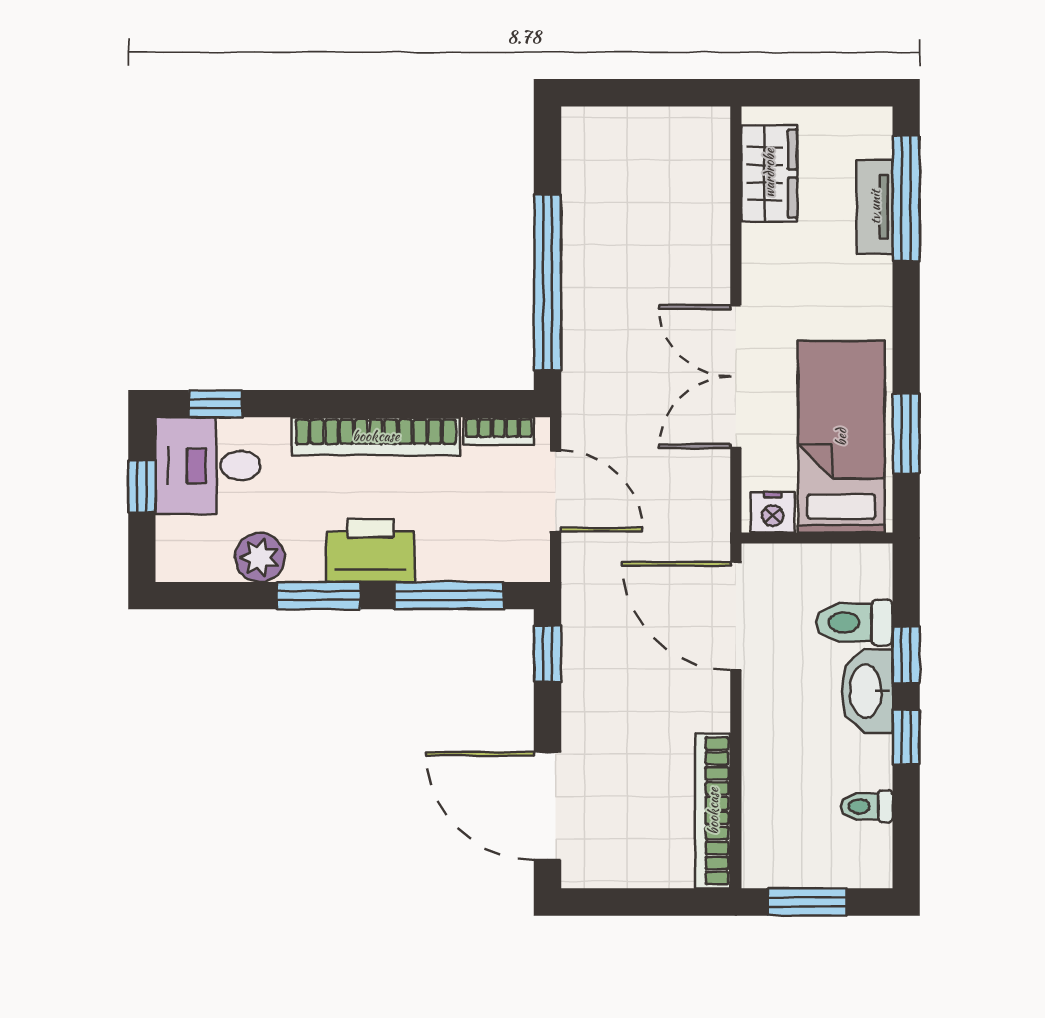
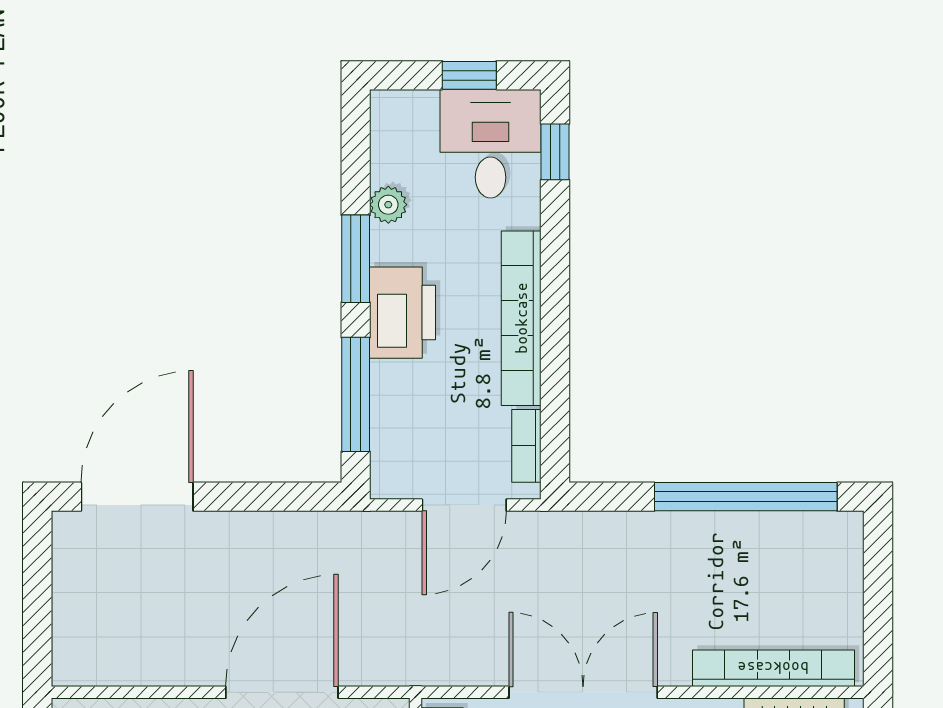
window: (548, 283) -> (746, 497), moved
plant: (260, 557) -> (388, 205), width x0.73, depth x0.73
door: (736, 616) -> (282, 692), moved
window: (548, 654) -> (295, 497), removed
bookcase: (713, 811) -> (773, 668), moved

